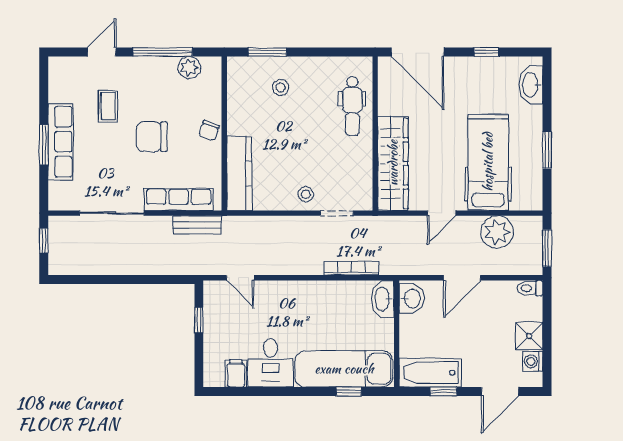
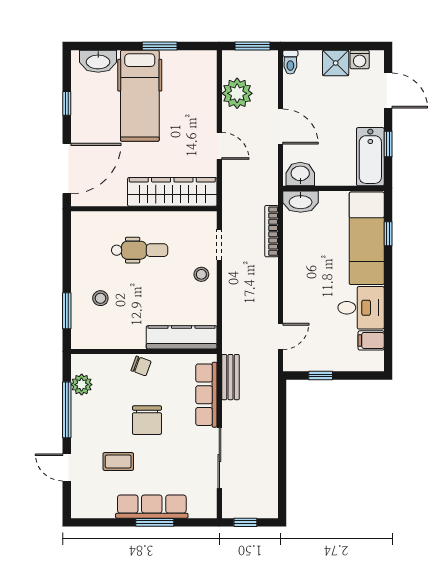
dental chair: (352, 106) -> (140, 250), moved
hospital bed: (488, 162) -> (140, 96), moved, turned -90

